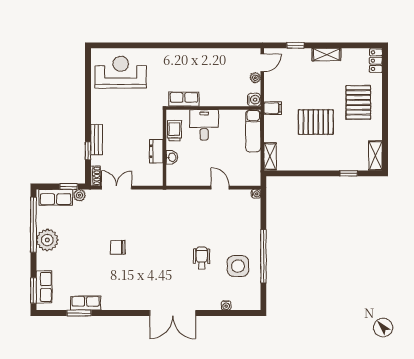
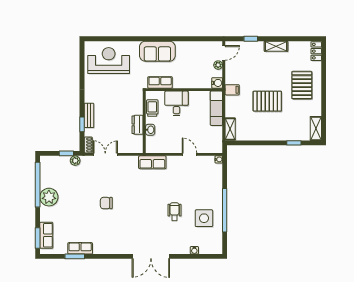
sofa: (181, 61) -> (157, 51), added
row of seats: (56, 197) -> (152, 162), moved

